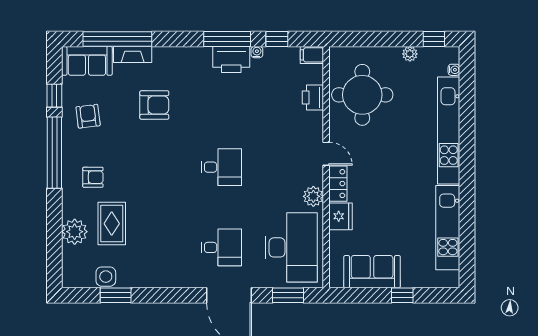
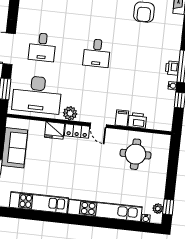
plant: (410, 54) -> (158, 209), moved
filing cabinet: (312, 55) -> (122, 118), moved
printer: (231, 60) -> (172, 68), width x0.53, depth x0.68
round table: (362, 95) -> (136, 154), width x0.73, depth x0.73
door: (326, 154) -> (98, 125), hinge flipped

